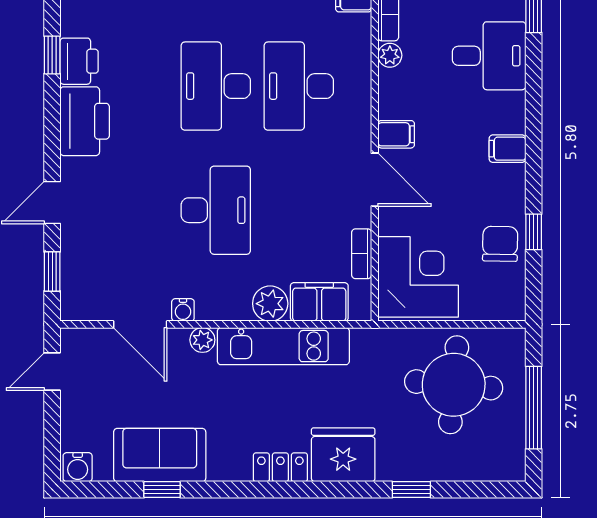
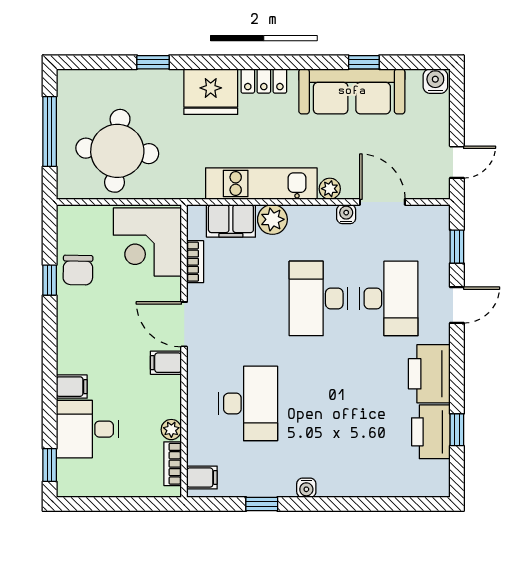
printer: (79, 61) -> (431, 432), width x1.37, depth x1.19
desk: (216, 86) -> (389, 298), moved
filing cabinet: (507, 149) -> (72, 387), moved
sofa: (160, 455) -> (352, 91), width x1.36

